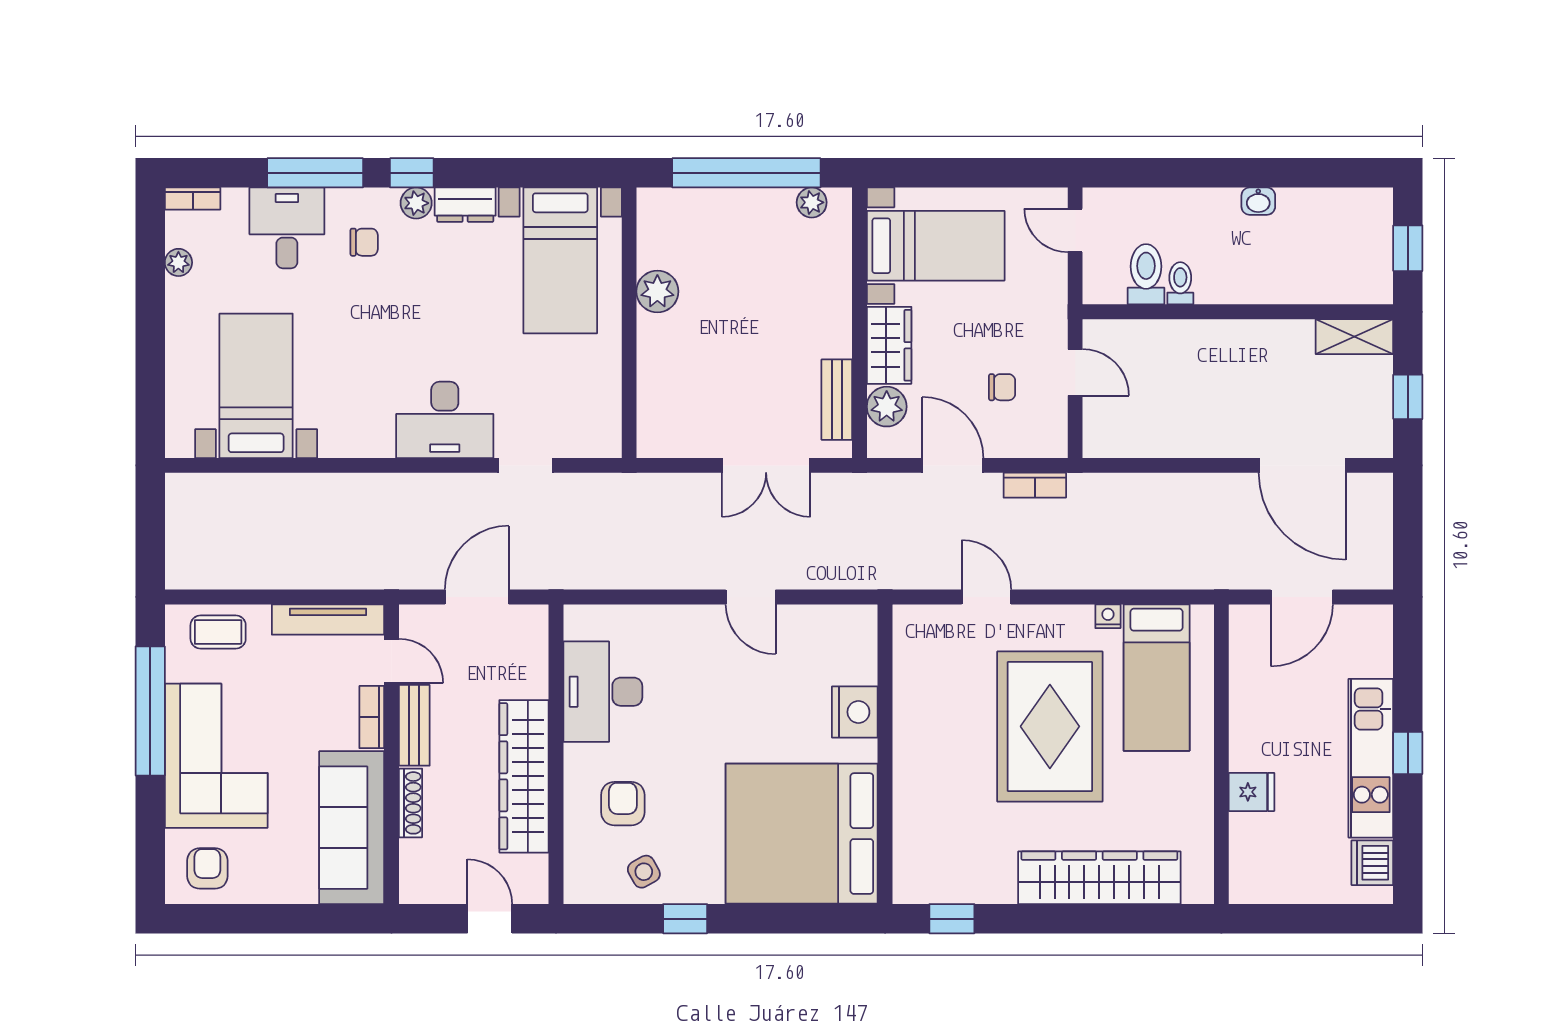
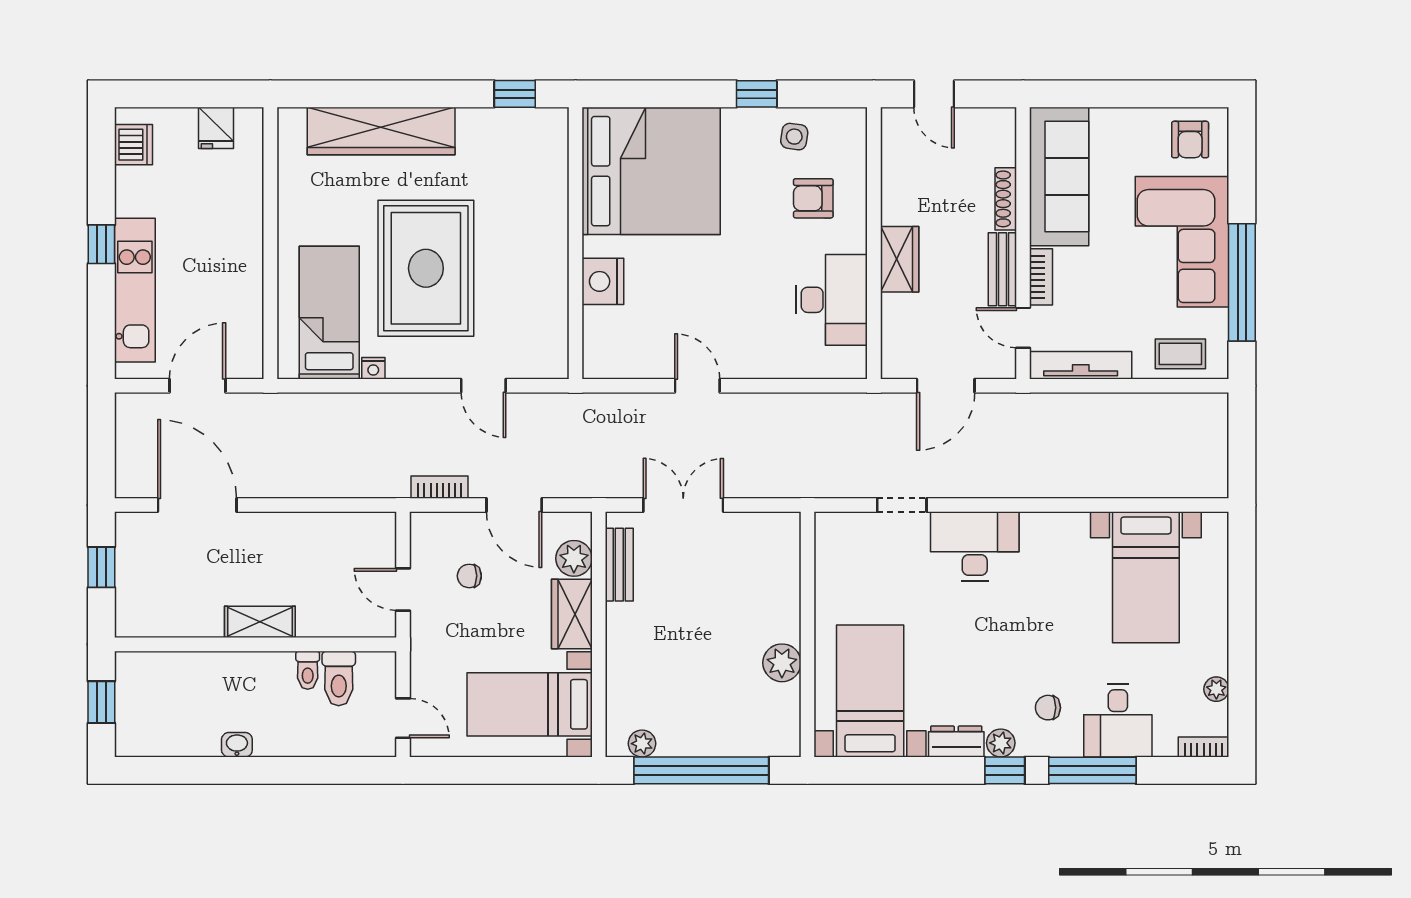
shelving: (1354, 337) -> (260, 622), moved
kitchen unit: (1371, 758) -> (135, 290), moved
wardrobe: (524, 776) -> (900, 259), width x0.48, depth x0.85
fridge: (1251, 792) -> (216, 128), moved, turned -90
armchair: (623, 804) -> (813, 198), turned 90
side table: (644, 872) -> (794, 137), turned 37

